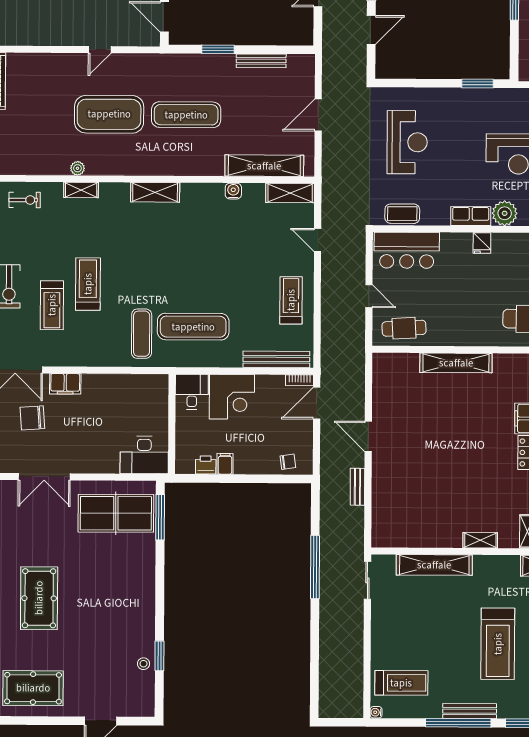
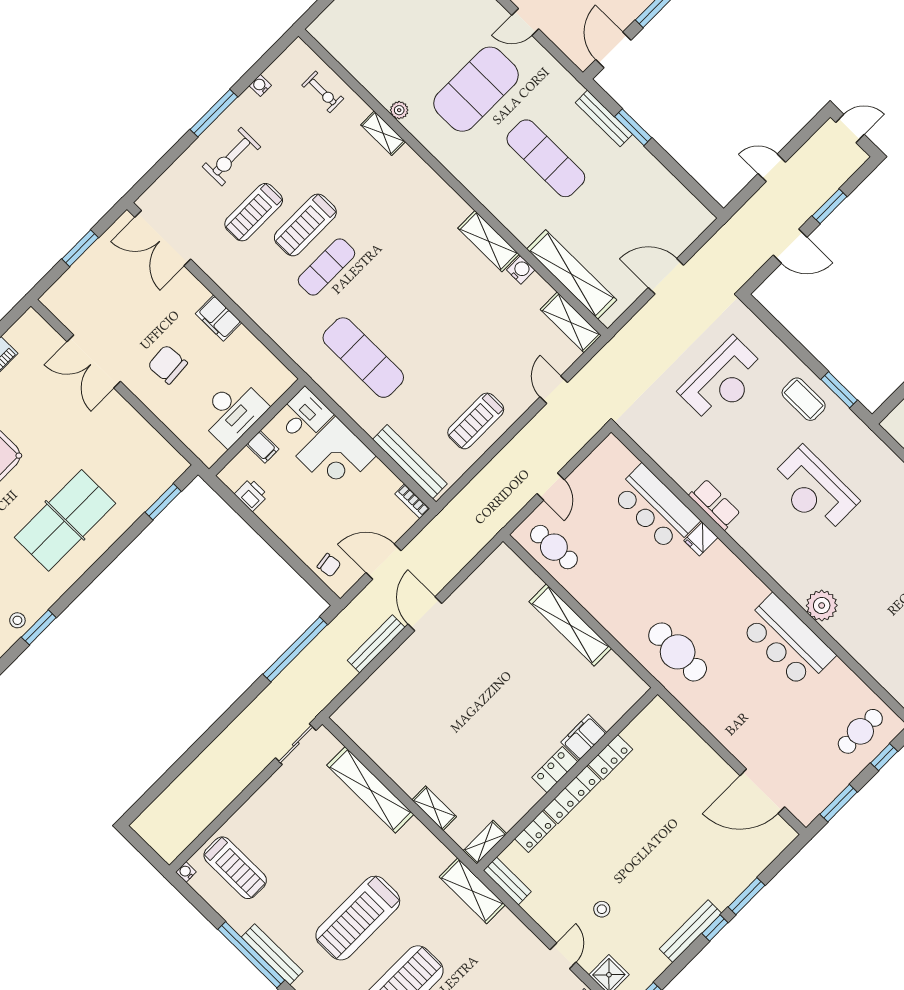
bench: (261, 61) -> (604, 118), moved
exercise mat: (109, 114) -> (476, 89), turned 90
shelving: (155, 192) -> (489, 241), moved
plant: (505, 213) -> (748, 532), removed
coffee table: (402, 214) -> (804, 399), moved
bar counter: (407, 250) -> (655, 508), moved
treadmill: (88, 284) -> (305, 225), turned 180
treadmill: (291, 300) -> (476, 421), turned 180
exercise mat: (142, 334) -> (326, 267), moved
filing cabinet: (65, 384) -> (219, 318), moved
door: (317, 403) -> (384, 562), moved
chair: (32, 418) -> (168, 364), moved
desk: (144, 455) -> (232, 412), moved, turned -90
filing cabinet: (225, 464) -> (263, 447), moved, turned 90
bench: (357, 487) -> (376, 644), width x1.36
table tennis table: (116, 513) -> (65, 520), moved, turned 90
window: (160, 517) -> (163, 502), width x0.69
window: (315, 567) -> (295, 649), moved

